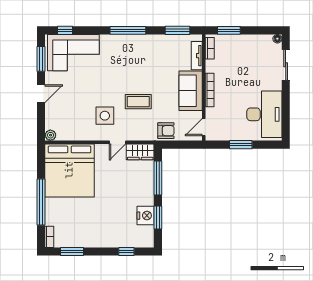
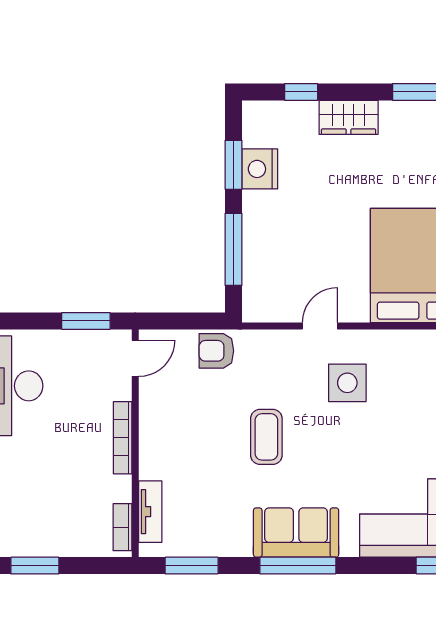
window: (229, 30) -> (35, 566), moved
sofa: (191, 91) -> (296, 533), moved, turned -90
coffee table: (138, 102) -> (266, 437), moved, turned 90
window: (241, 145) -> (86, 321), moved
wardrobe: (140, 152) -> (349, 117), moved, turned 180

